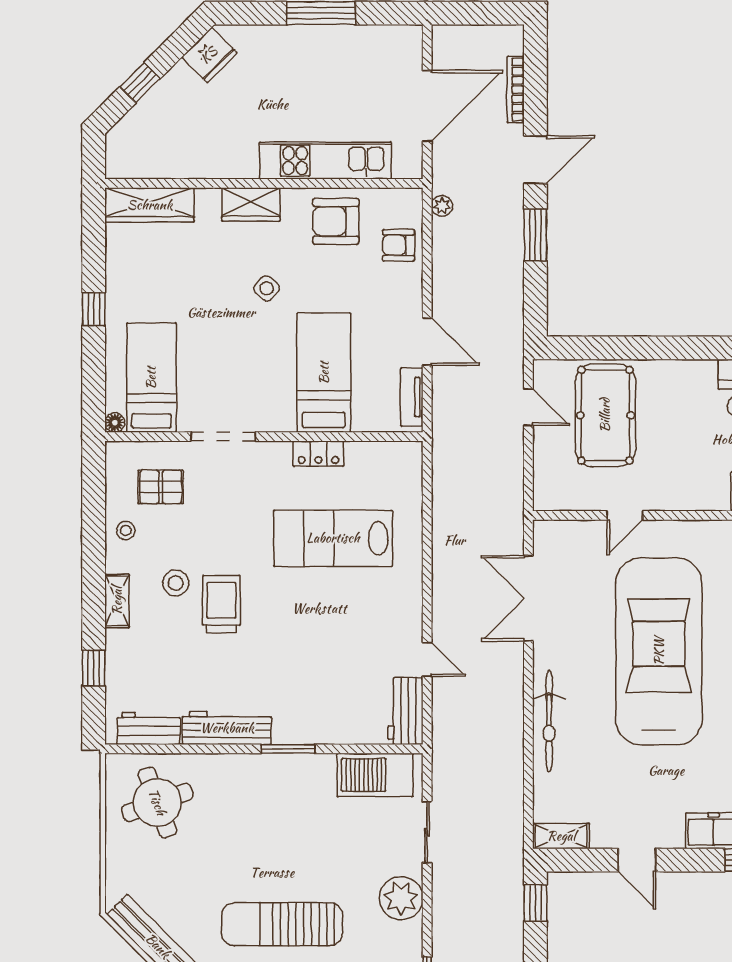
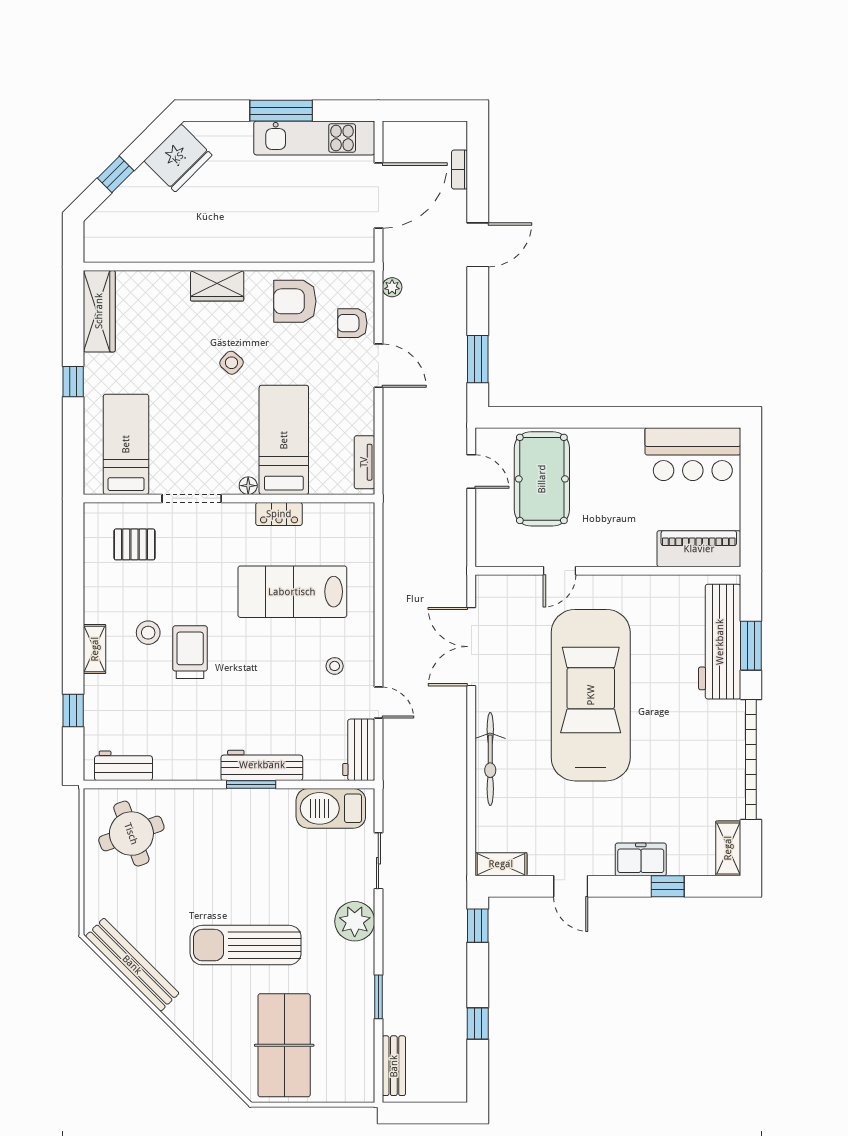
fridge: (209, 55) -> (178, 158), width x1.36, depth x1.34
bookcase: (516, 90) -> (460, 170), width x0.64
kitchen unit: (325, 161) -> (314, 138), moved, turned 180
wardrobe: (150, 205) -> (99, 311), moved, turned -90
window: (535, 235) -> (478, 359), moved
door: (427, 342) -> (378, 366), moved
floor lamp: (115, 423) -> (248, 486), moved
stool: (126, 530) -> (335, 666), moved
workbench: (227, 728) -> (262, 765), moved

